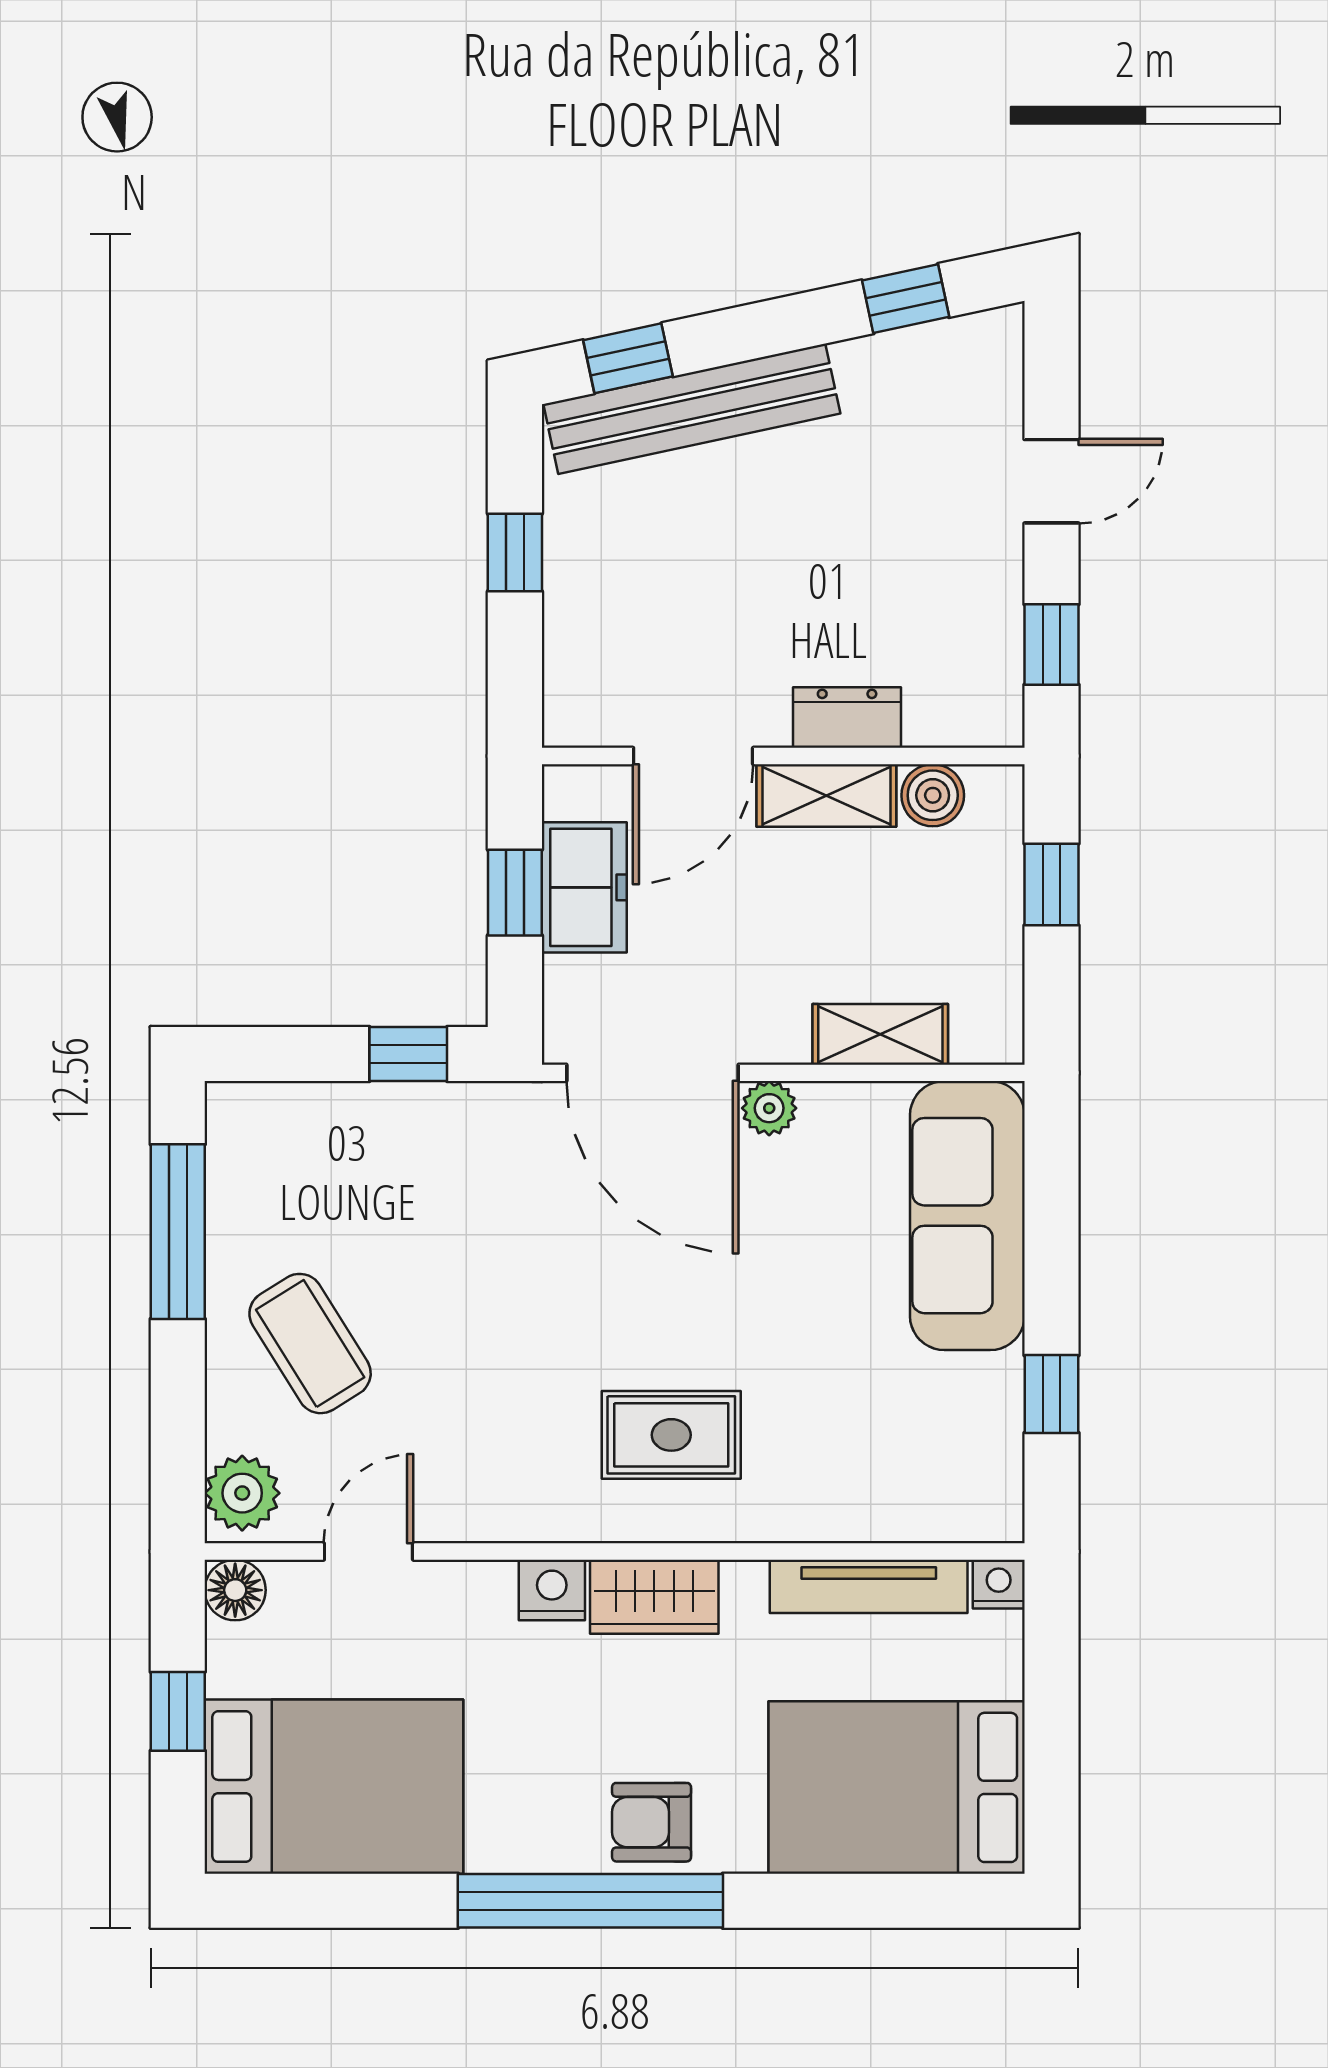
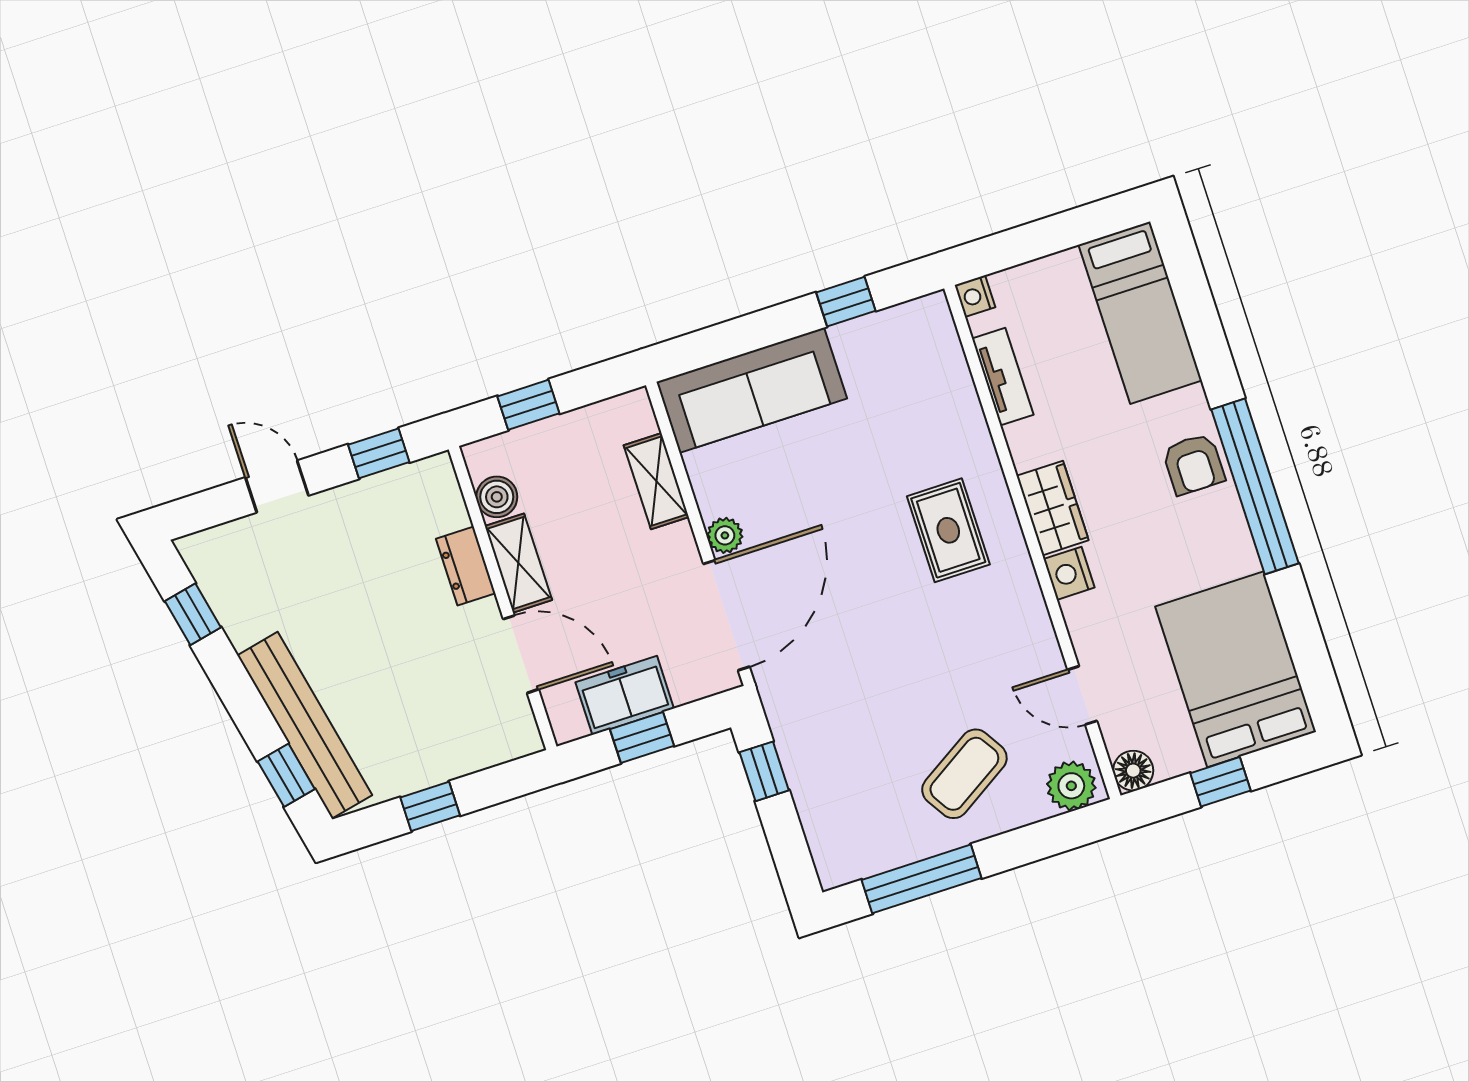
tv unit: (869, 1586) -> (1003, 377), width x0.71
bed: (897, 1787) -> (1140, 313), width x0.67

